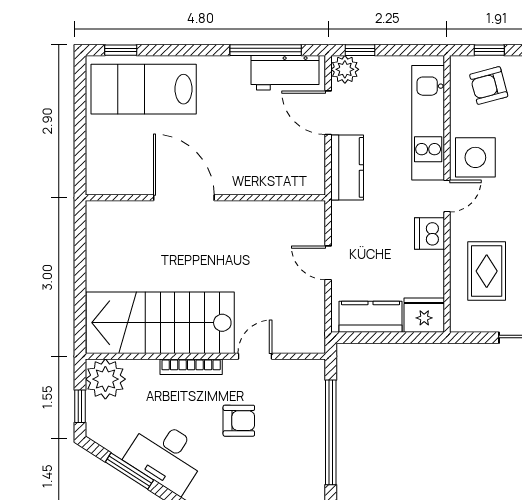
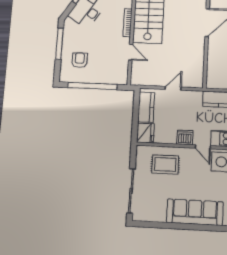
armchair: (239, 421) -> (80, 60), moved, turned 180

